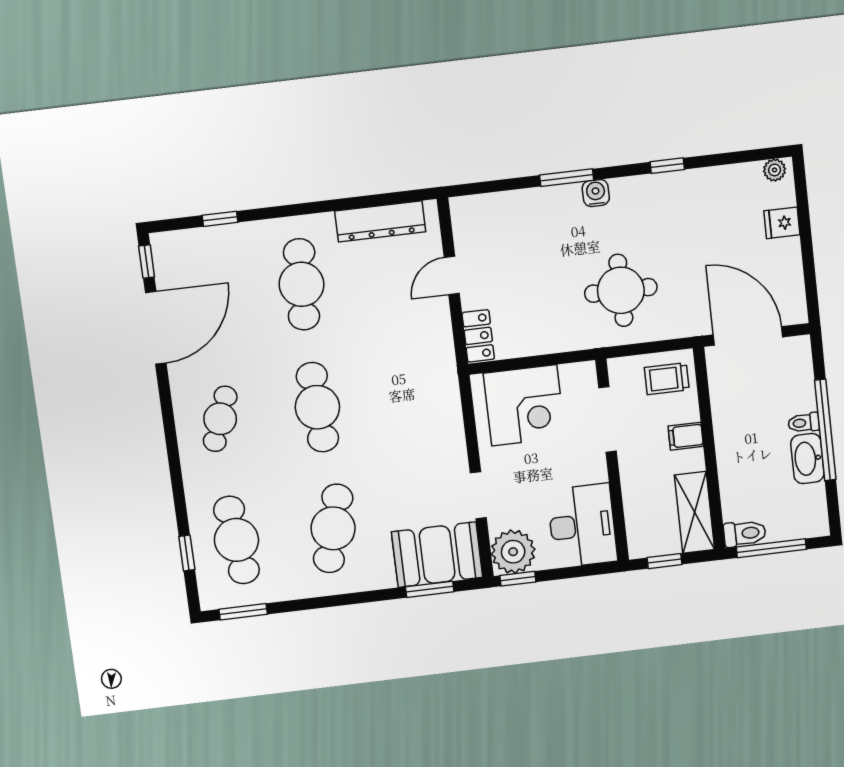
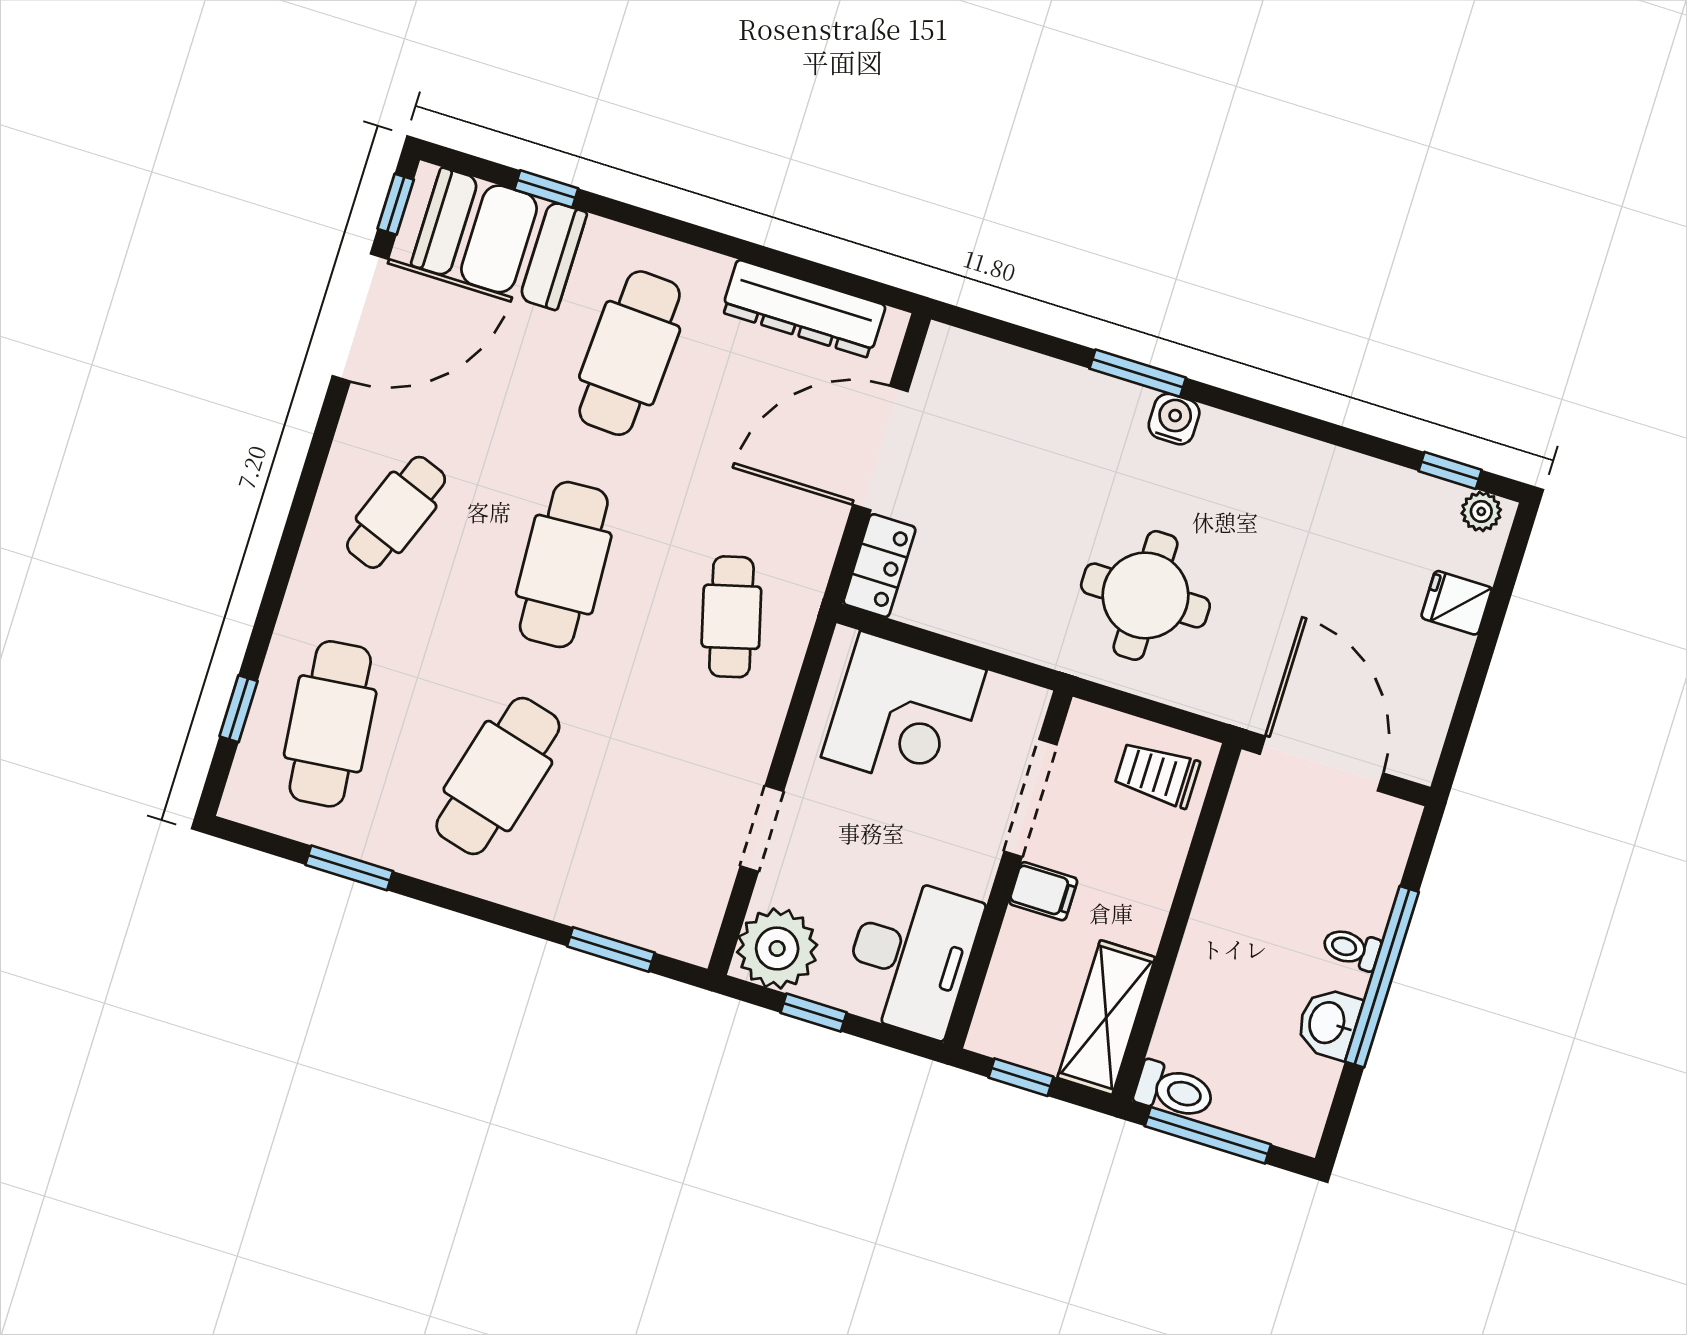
window: (667, 166) -> (1450, 470), moved
door: (452, 276) -> (880, 448), width x1.88
cafe table: (415, 396) -> (731, 617), added
filing cabinet: (686, 436) -> (1043, 891), moved, turned 180
washbasin: (807, 459) -> (1328, 1023), width x0.72
booth: (437, 555) -> (499, 239), moved
window: (518, 579) -> (814, 1013), moved
window: (243, 612) -> (349, 868), moved

